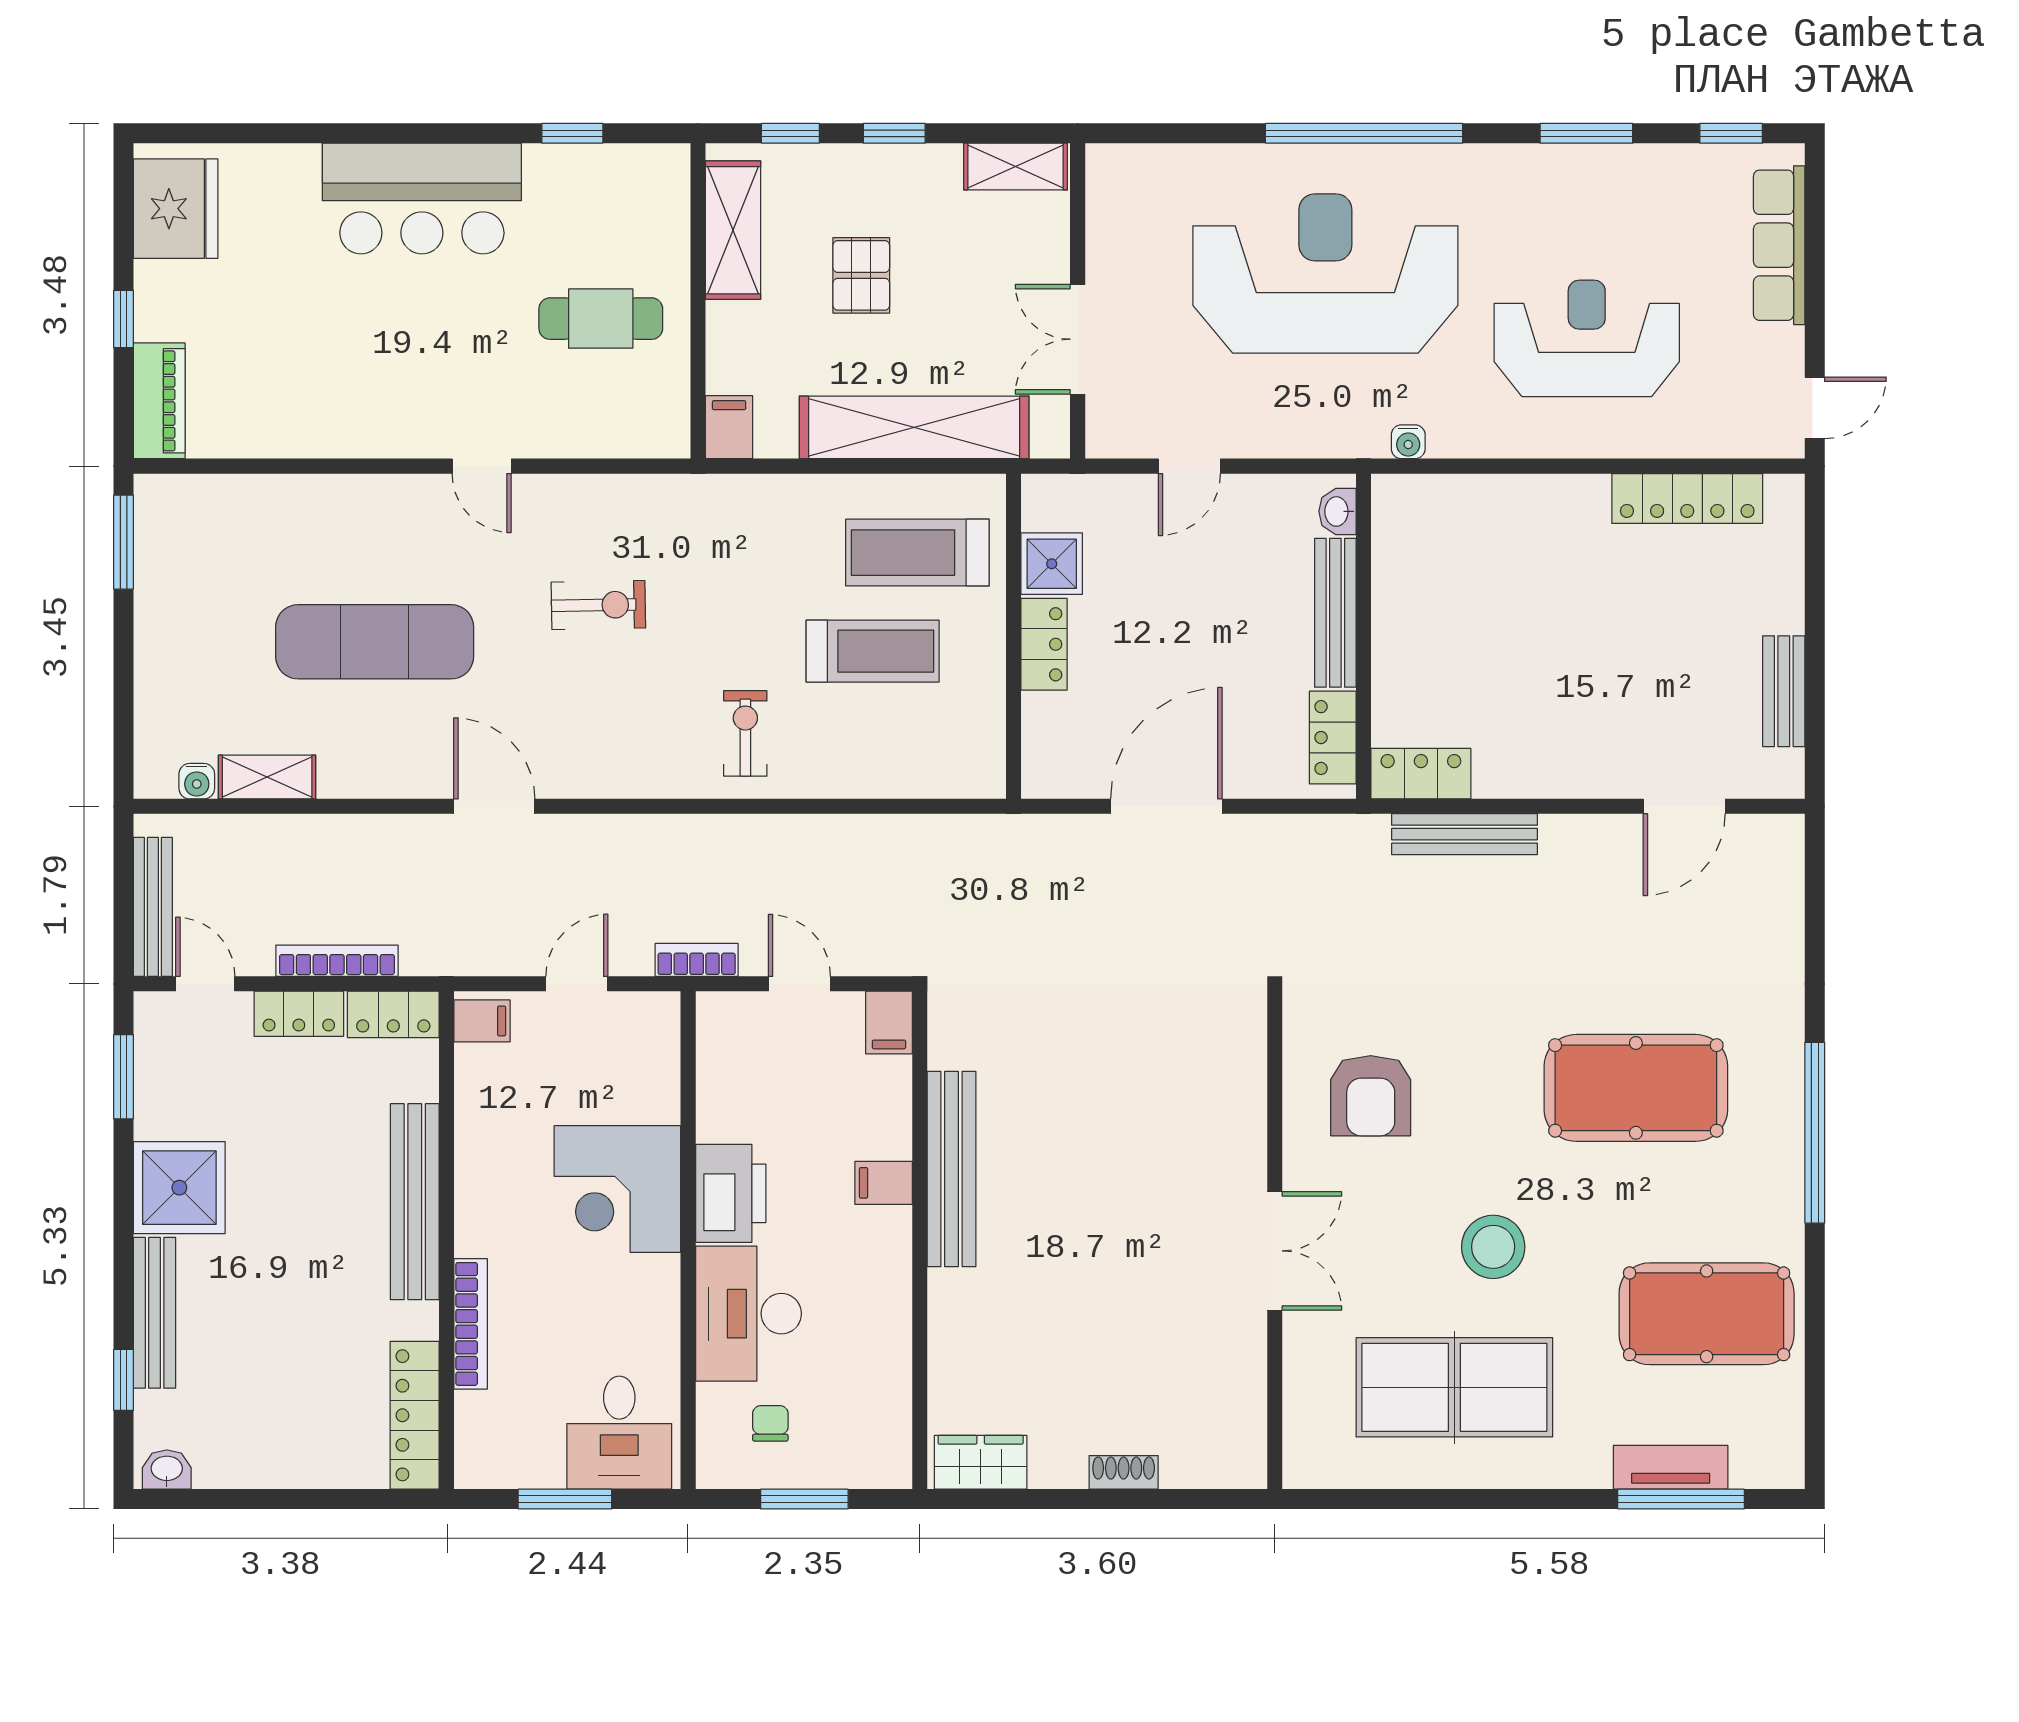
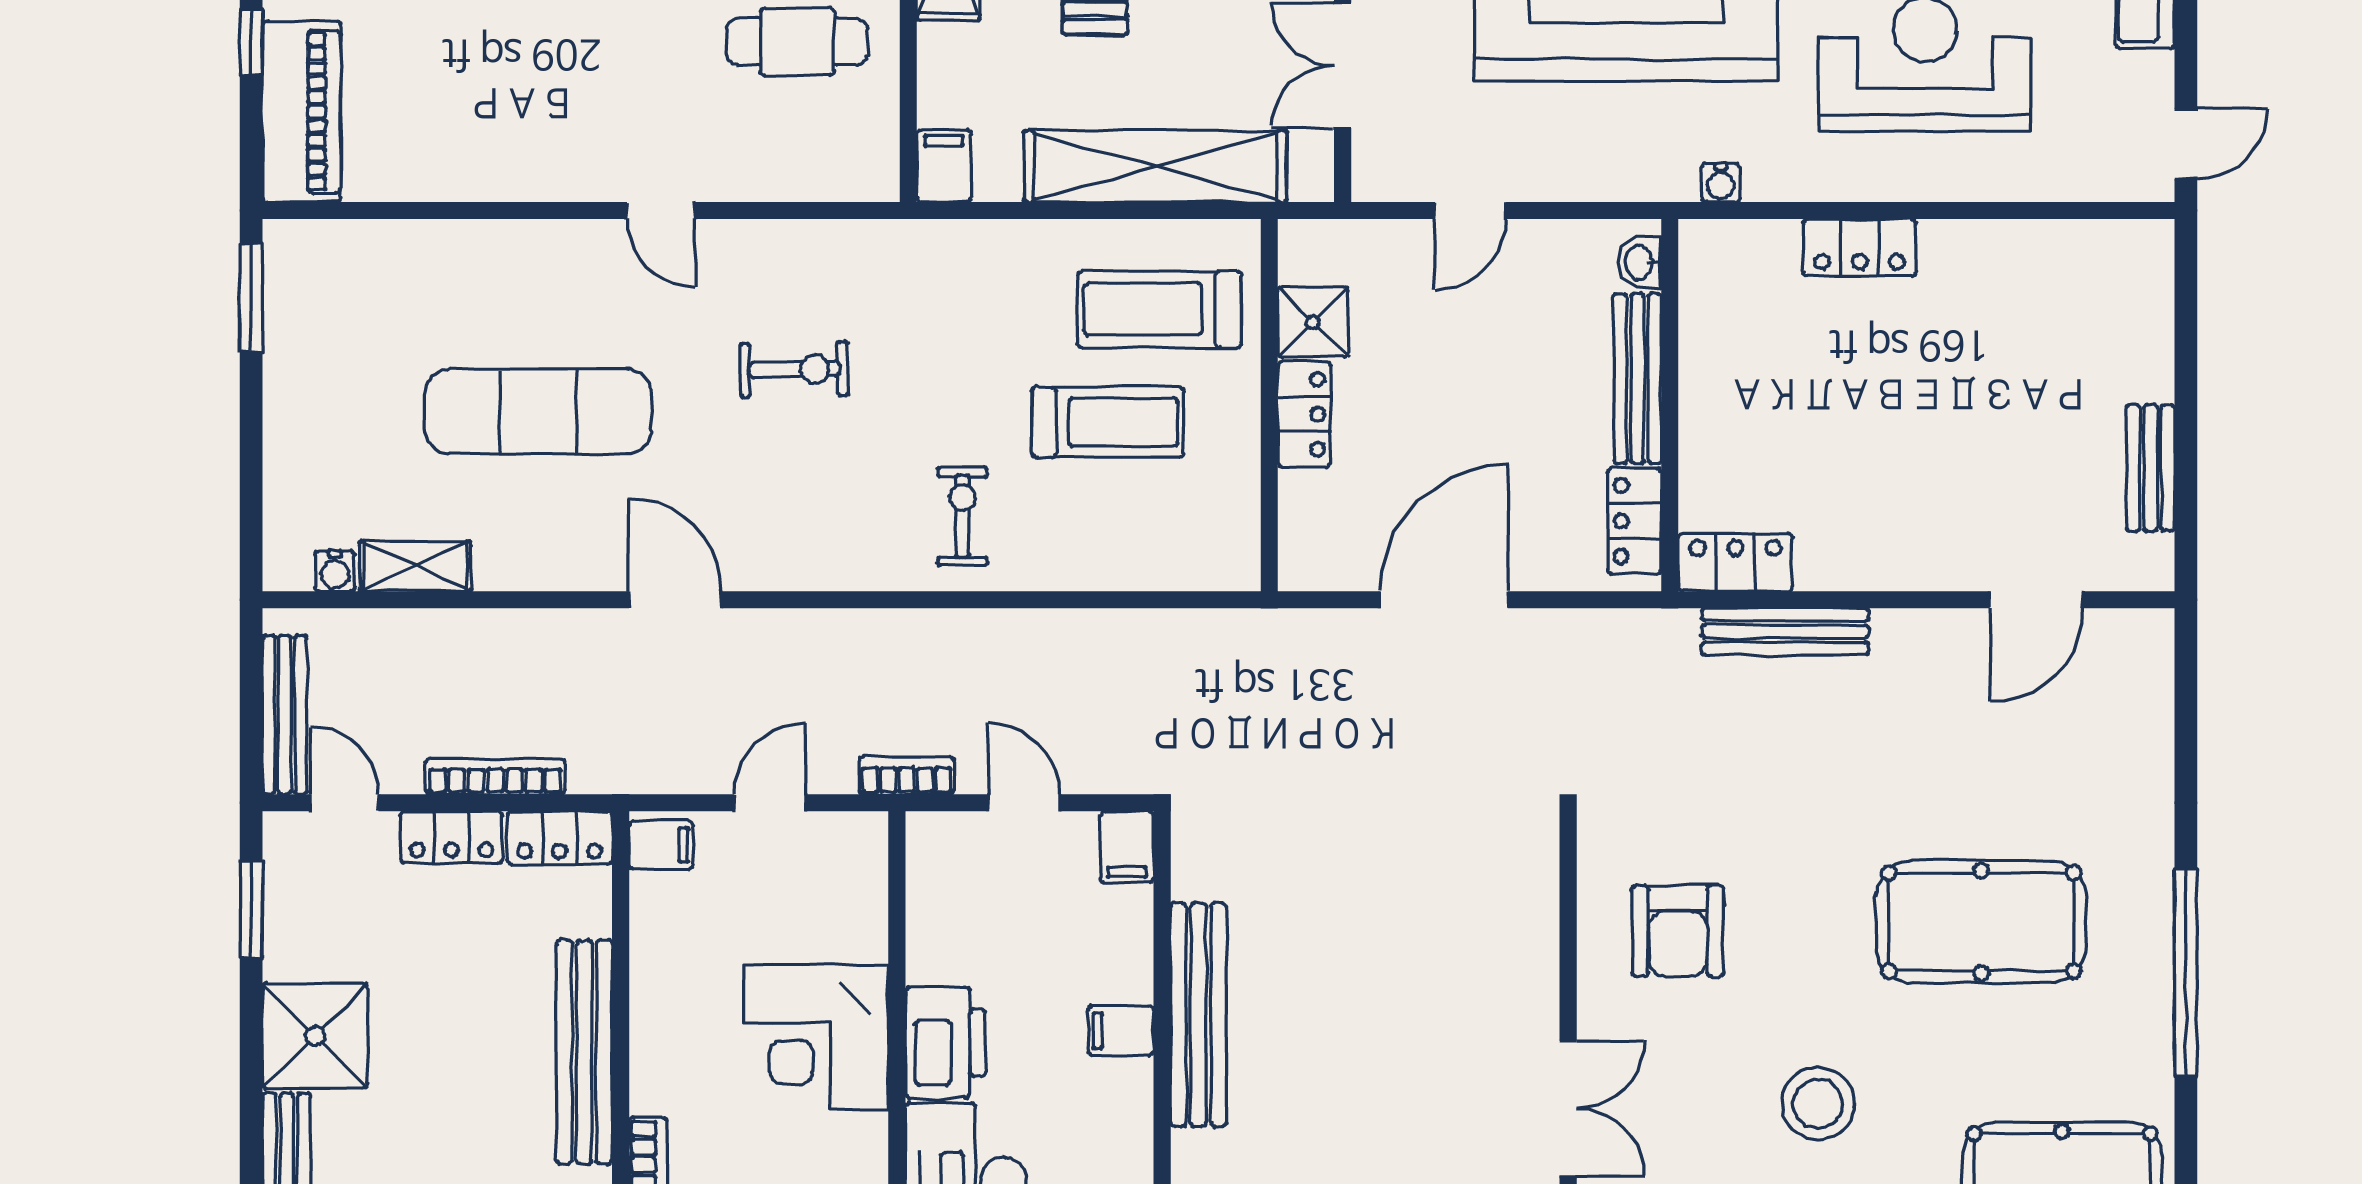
piano: (159, 401) -> (302, 112), width x1.37, depth x1.33
locker: (1687, 498) -> (1860, 248), moved, width x0.66

